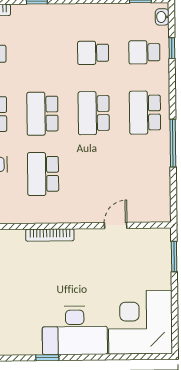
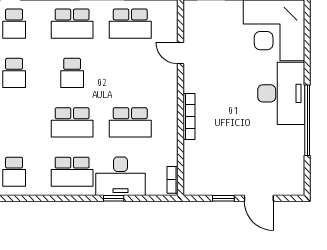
school desk: (94, 113) -> (72, 73), width x0.54
school desk: (146, 173) -> (130, 24), added
window: (47, 358) -> (307, 120), width x3.17

